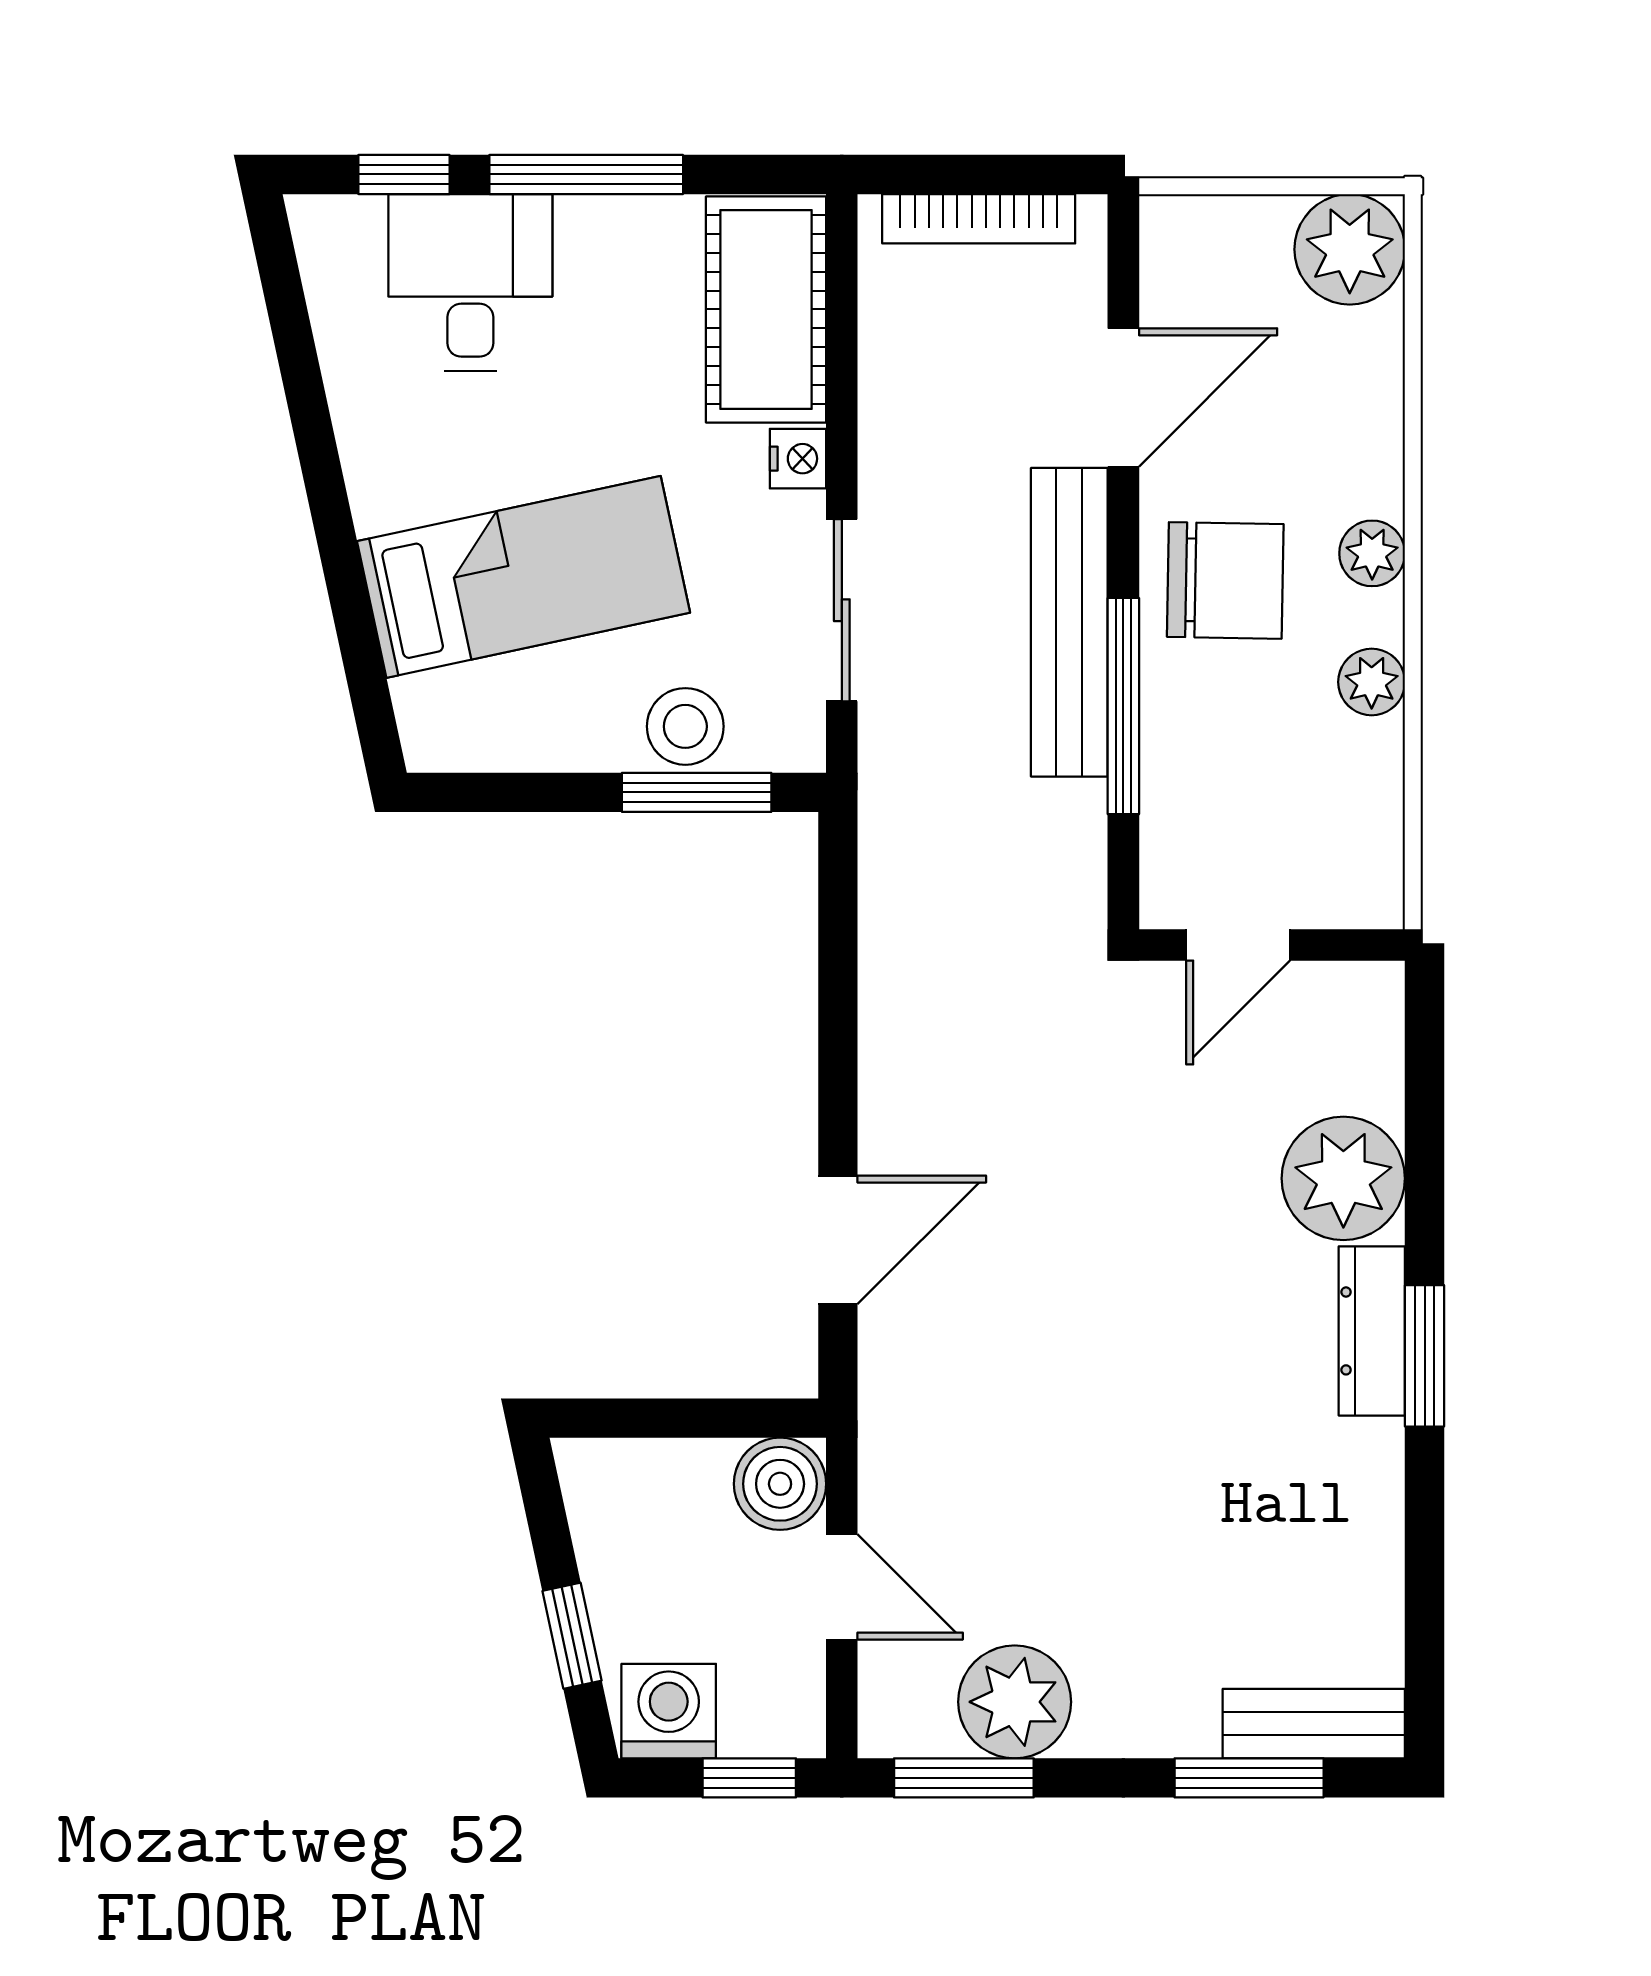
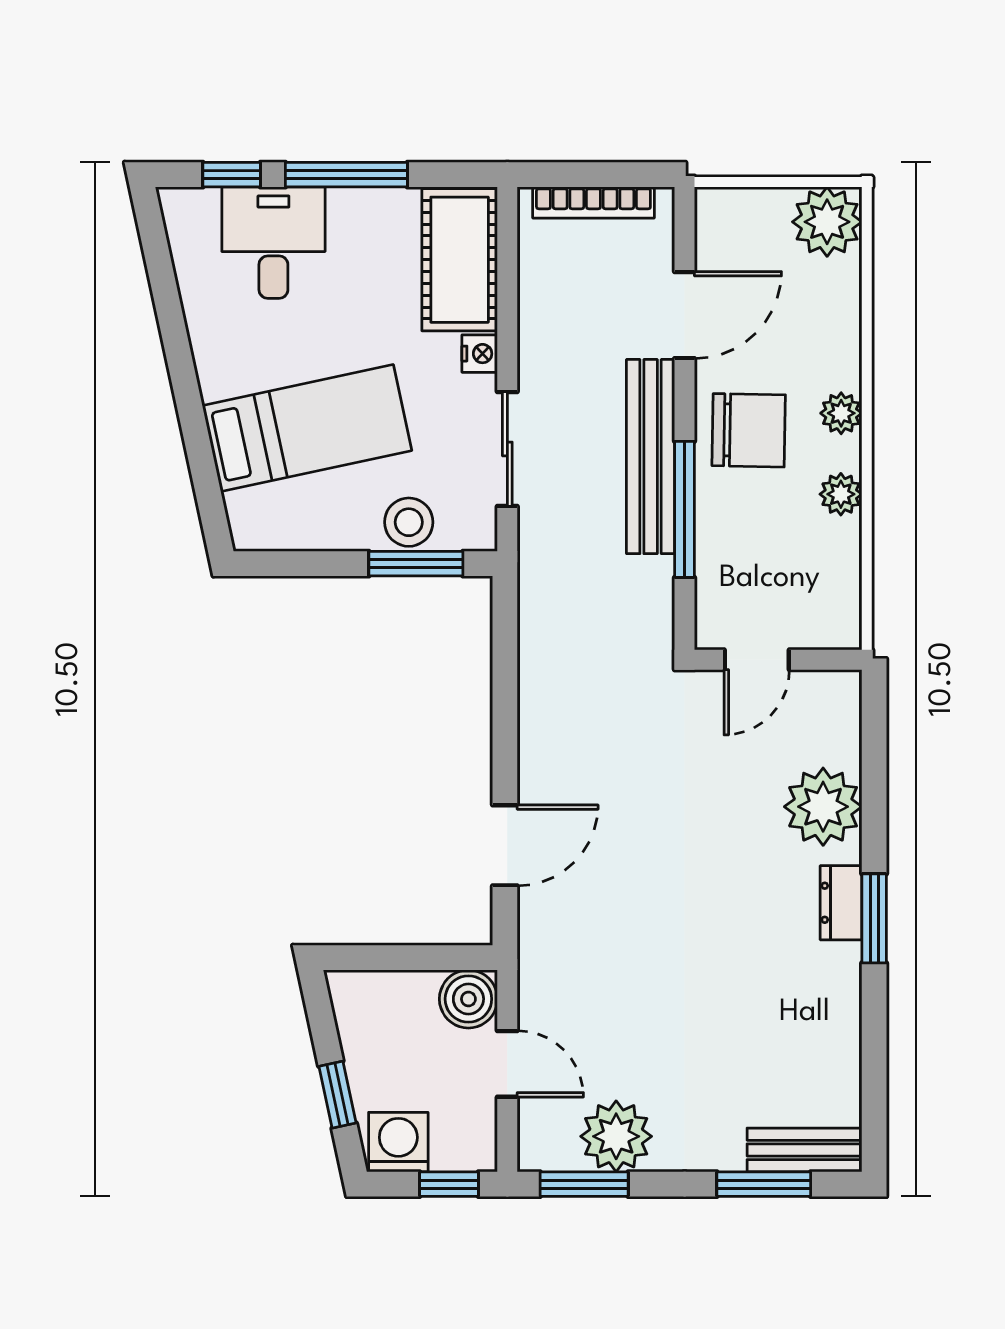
dresser: (1372, 1331) -> (841, 903), width x0.70

